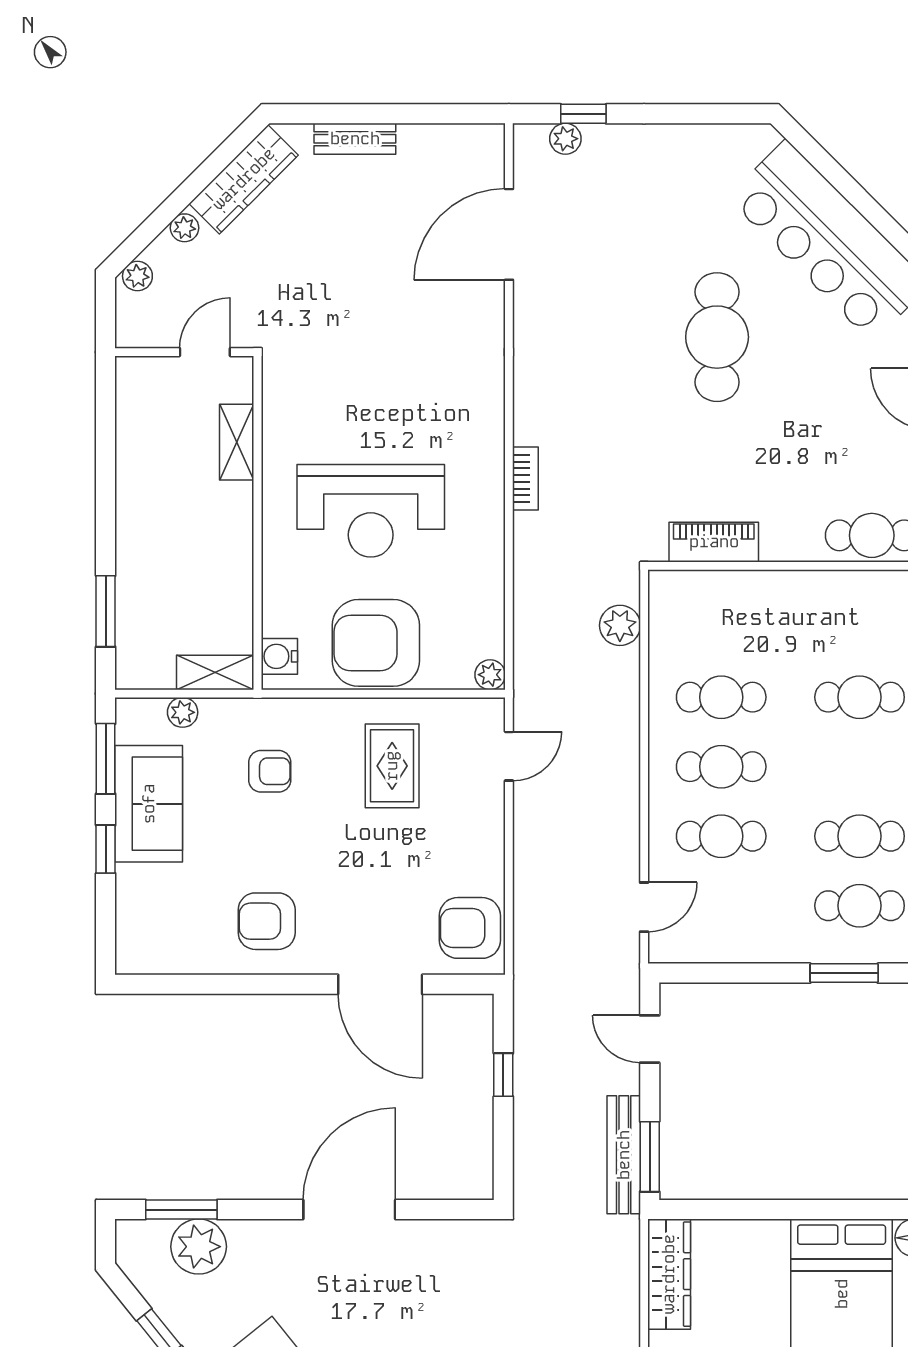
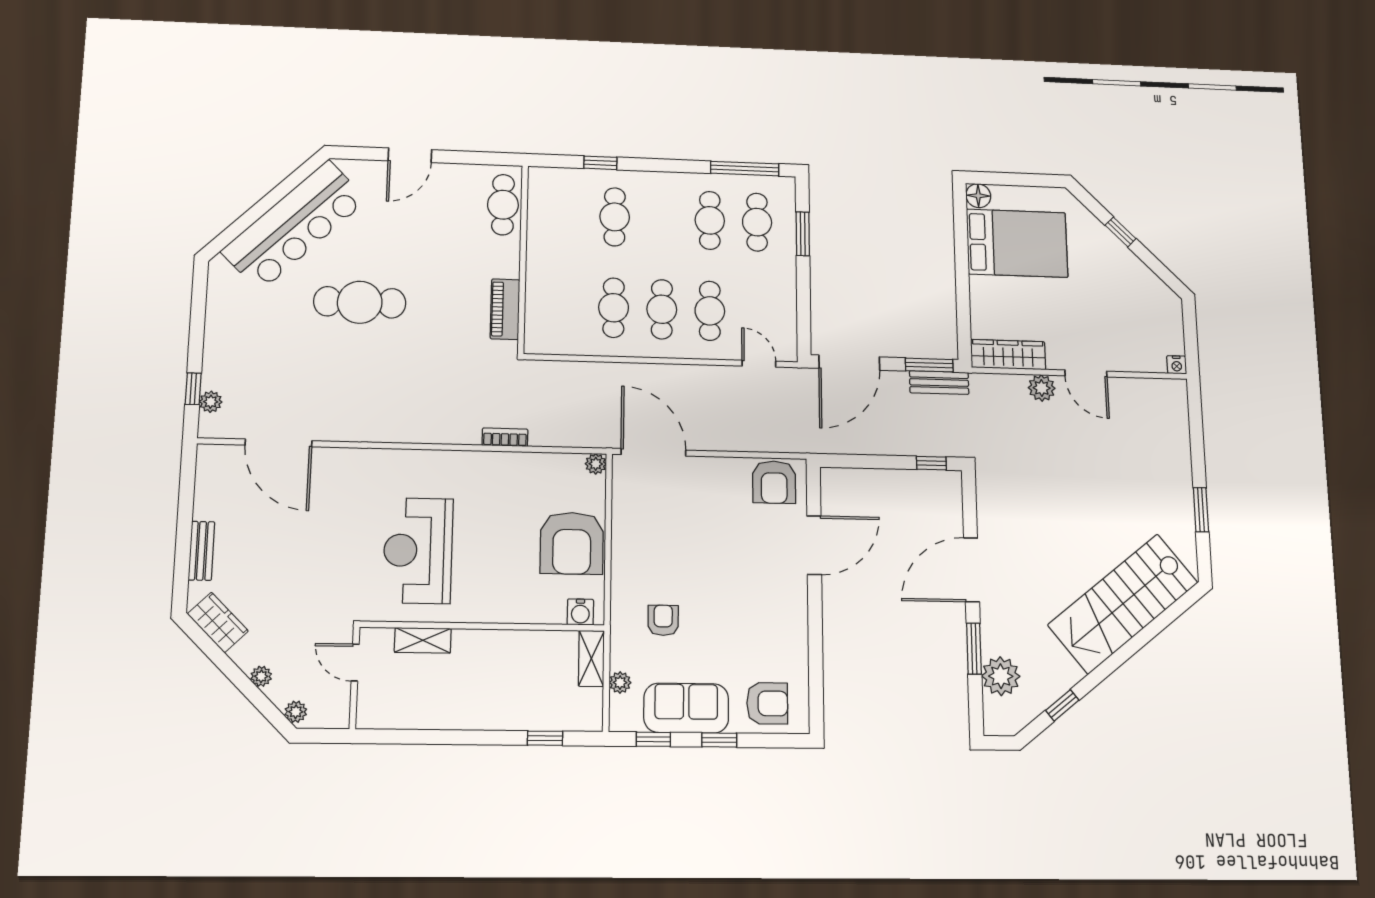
wardrobe: (244, 179) -> (218, 622), width x0.67
bookcase: (525, 479) -> (505, 437), moved
reception desk: (371, 511) -> (418, 551), moved, turned 180
window: (106, 611) -> (545, 738), width x0.67
plant: (620, 625) -> (1042, 388), moved
door: (509, 756) -> (653, 452), width x1.87
window: (106, 759) -> (653, 739), width x0.67
rug: (392, 766) -> (660, 534), removed
armchair: (267, 921) -> (767, 703), moved, turned -90
door: (650, 1039) -> (849, 363), width x1.88
window: (503, 1075) -> (931, 463), moved
bench: (624, 1155) -> (939, 383), width x0.73
window: (181, 1210) -> (974, 649), moved
door: (349, 1210) -> (971, 570), hinge flipped

